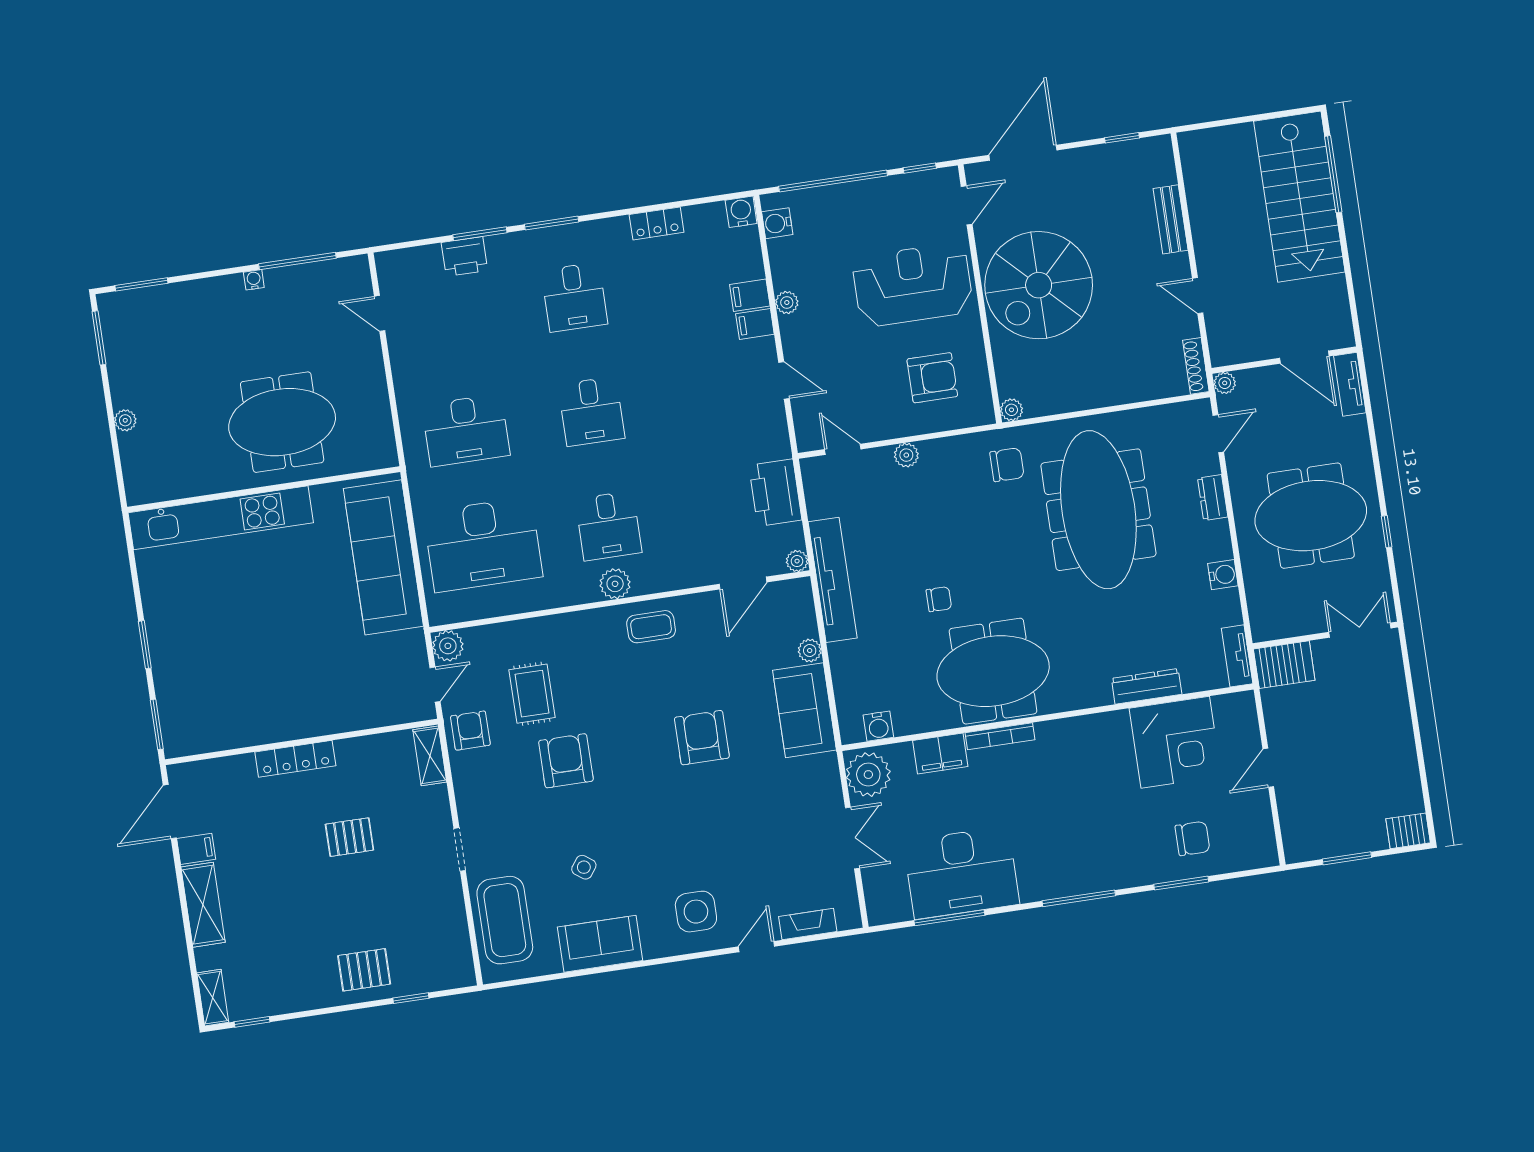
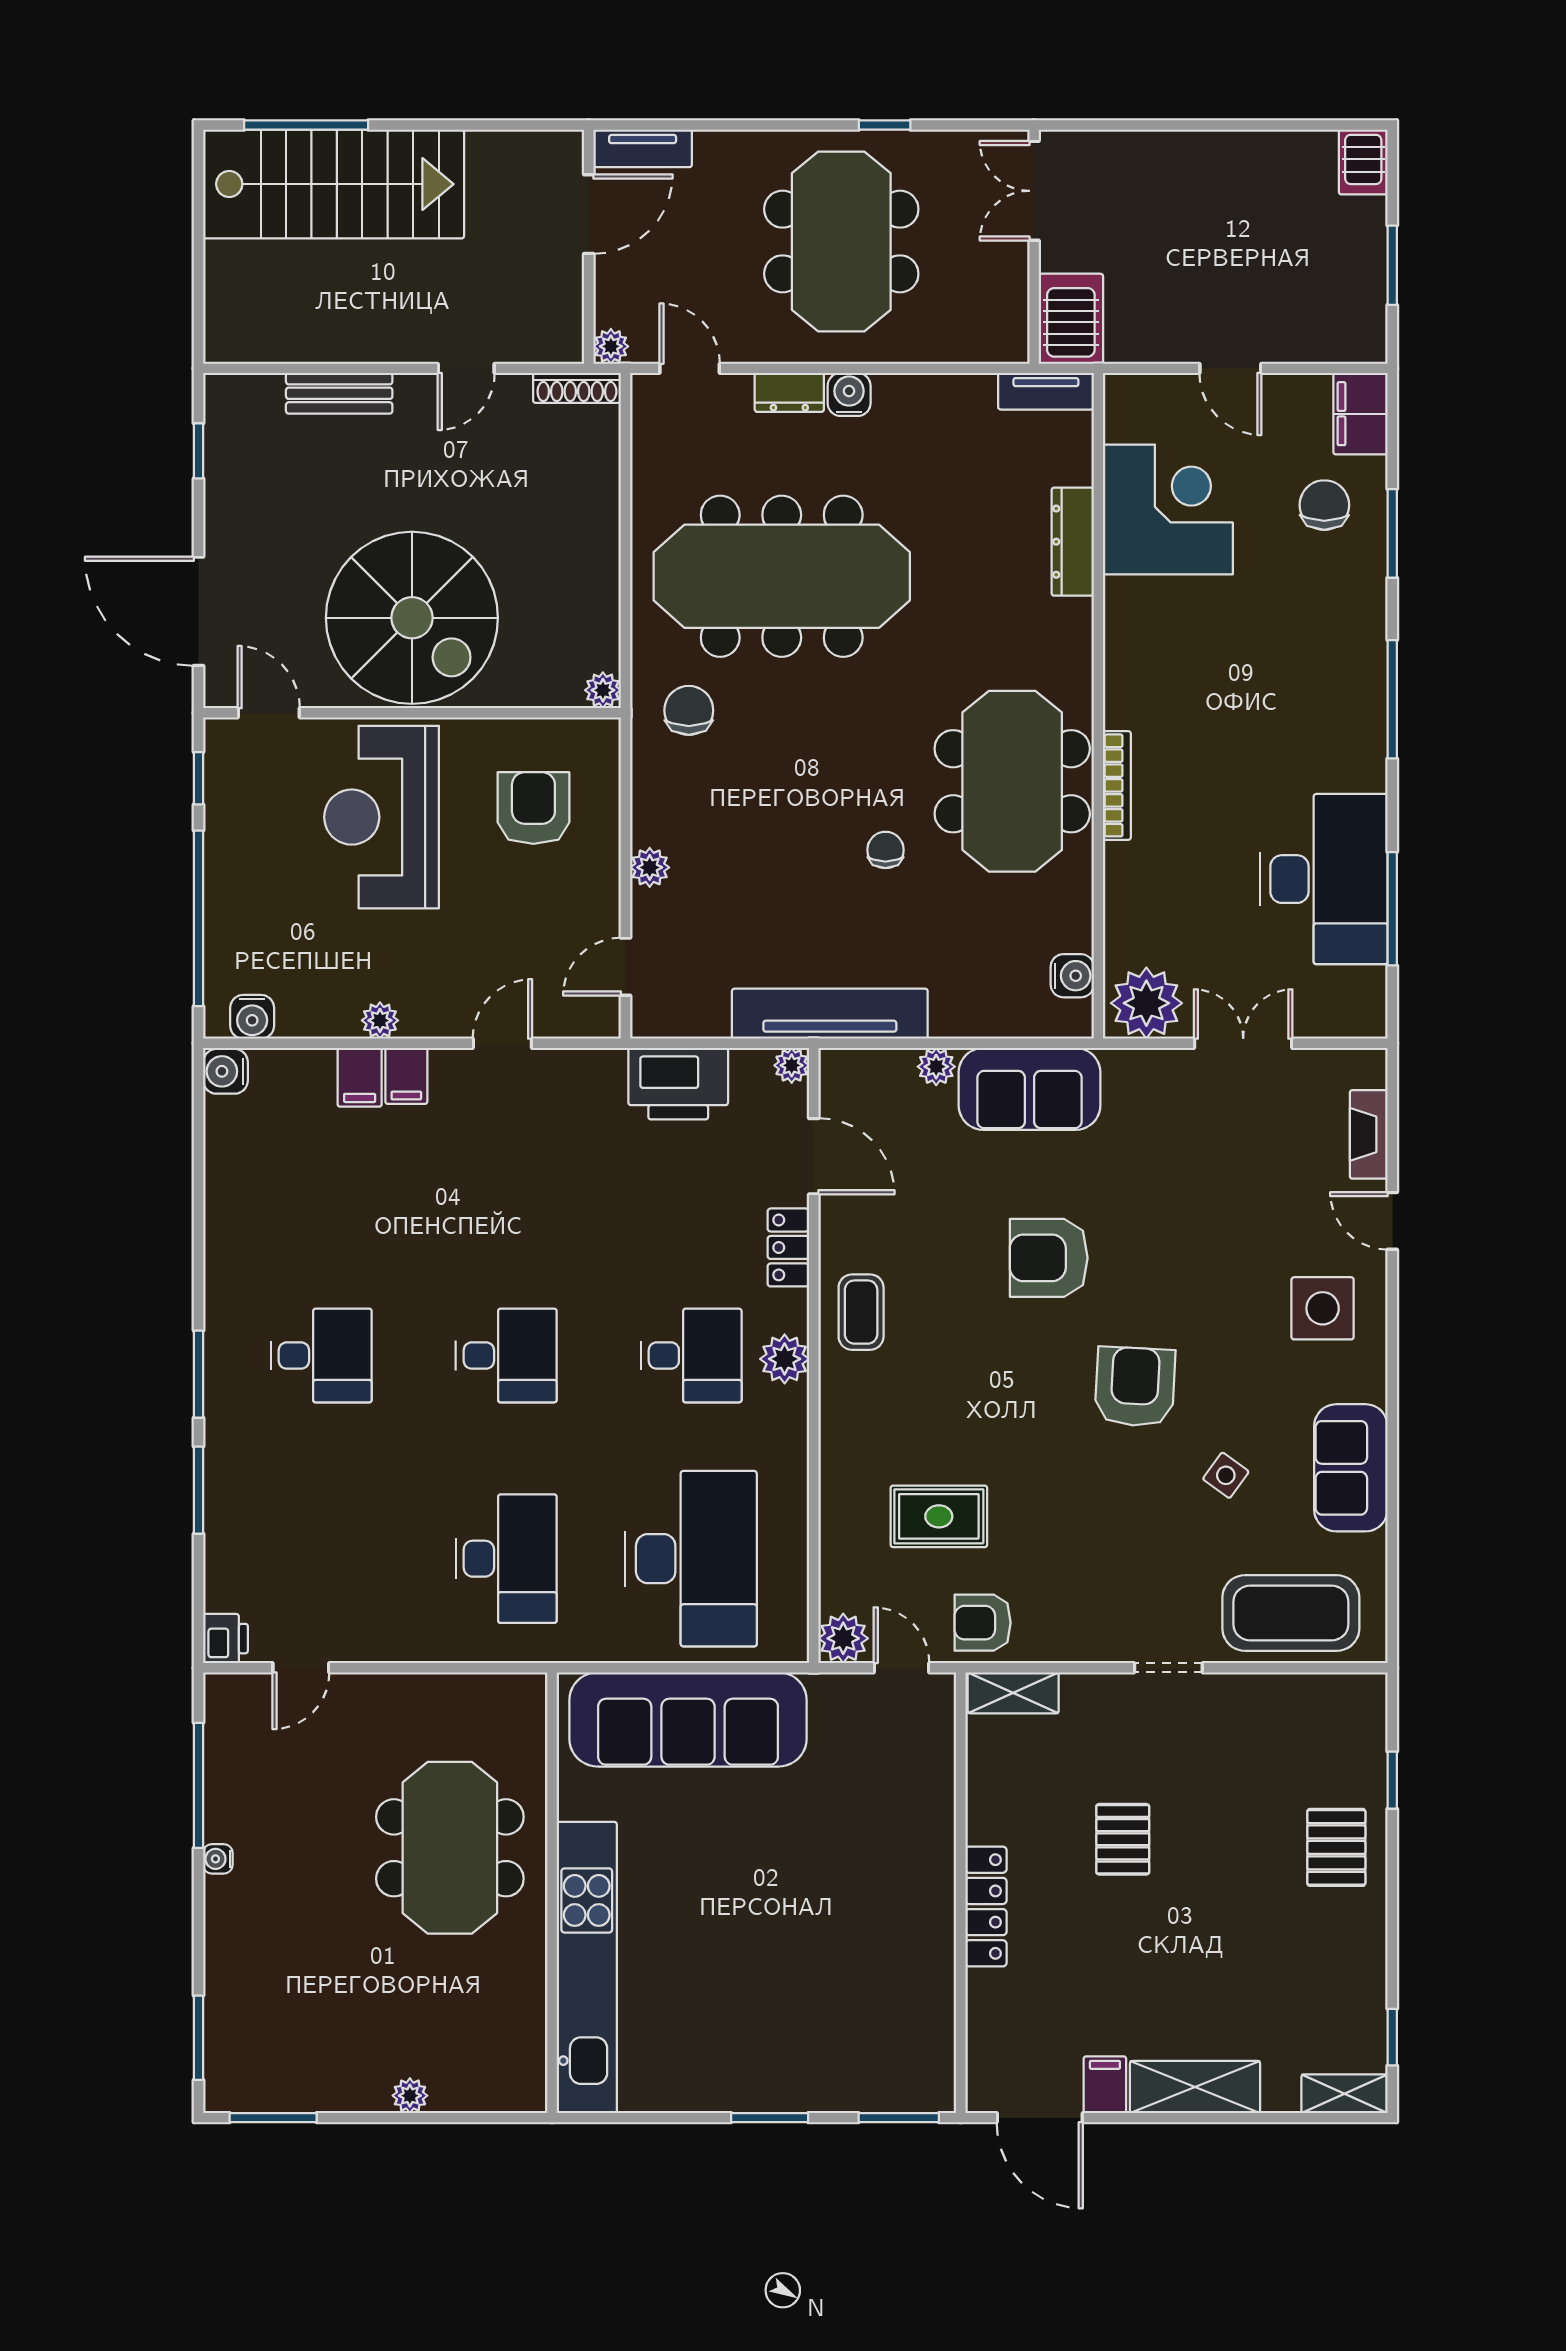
locker: (657, 223) -> (788, 1247), moved, turned 180
printer: (464, 256) -> (225, 1639), moved, width x0.73, depth x0.81
water cooler: (1223, 575) -> (849, 394), moved
filing cabinet: (940, 753) -> (1360, 414), moved, turned 180
armchair: (566, 761) -> (1135, 1387), moved, turned 93

